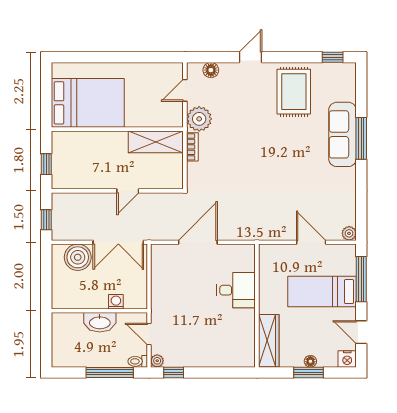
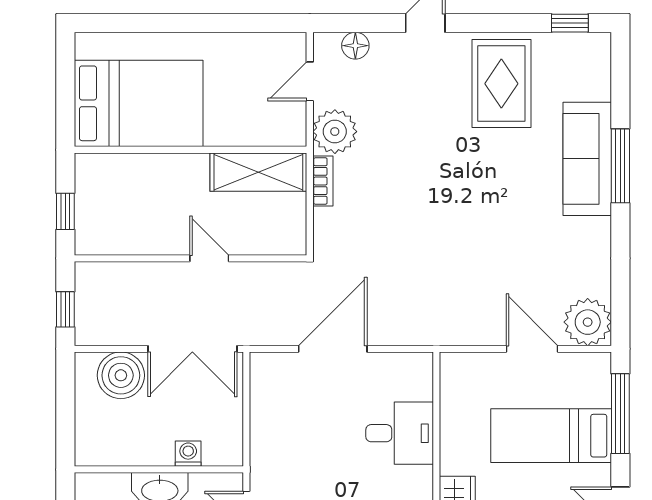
door: (128, 191) -> (209, 258), swing flipped
plant: (349, 233) -> (588, 322), width x1.88, depth x1.88

